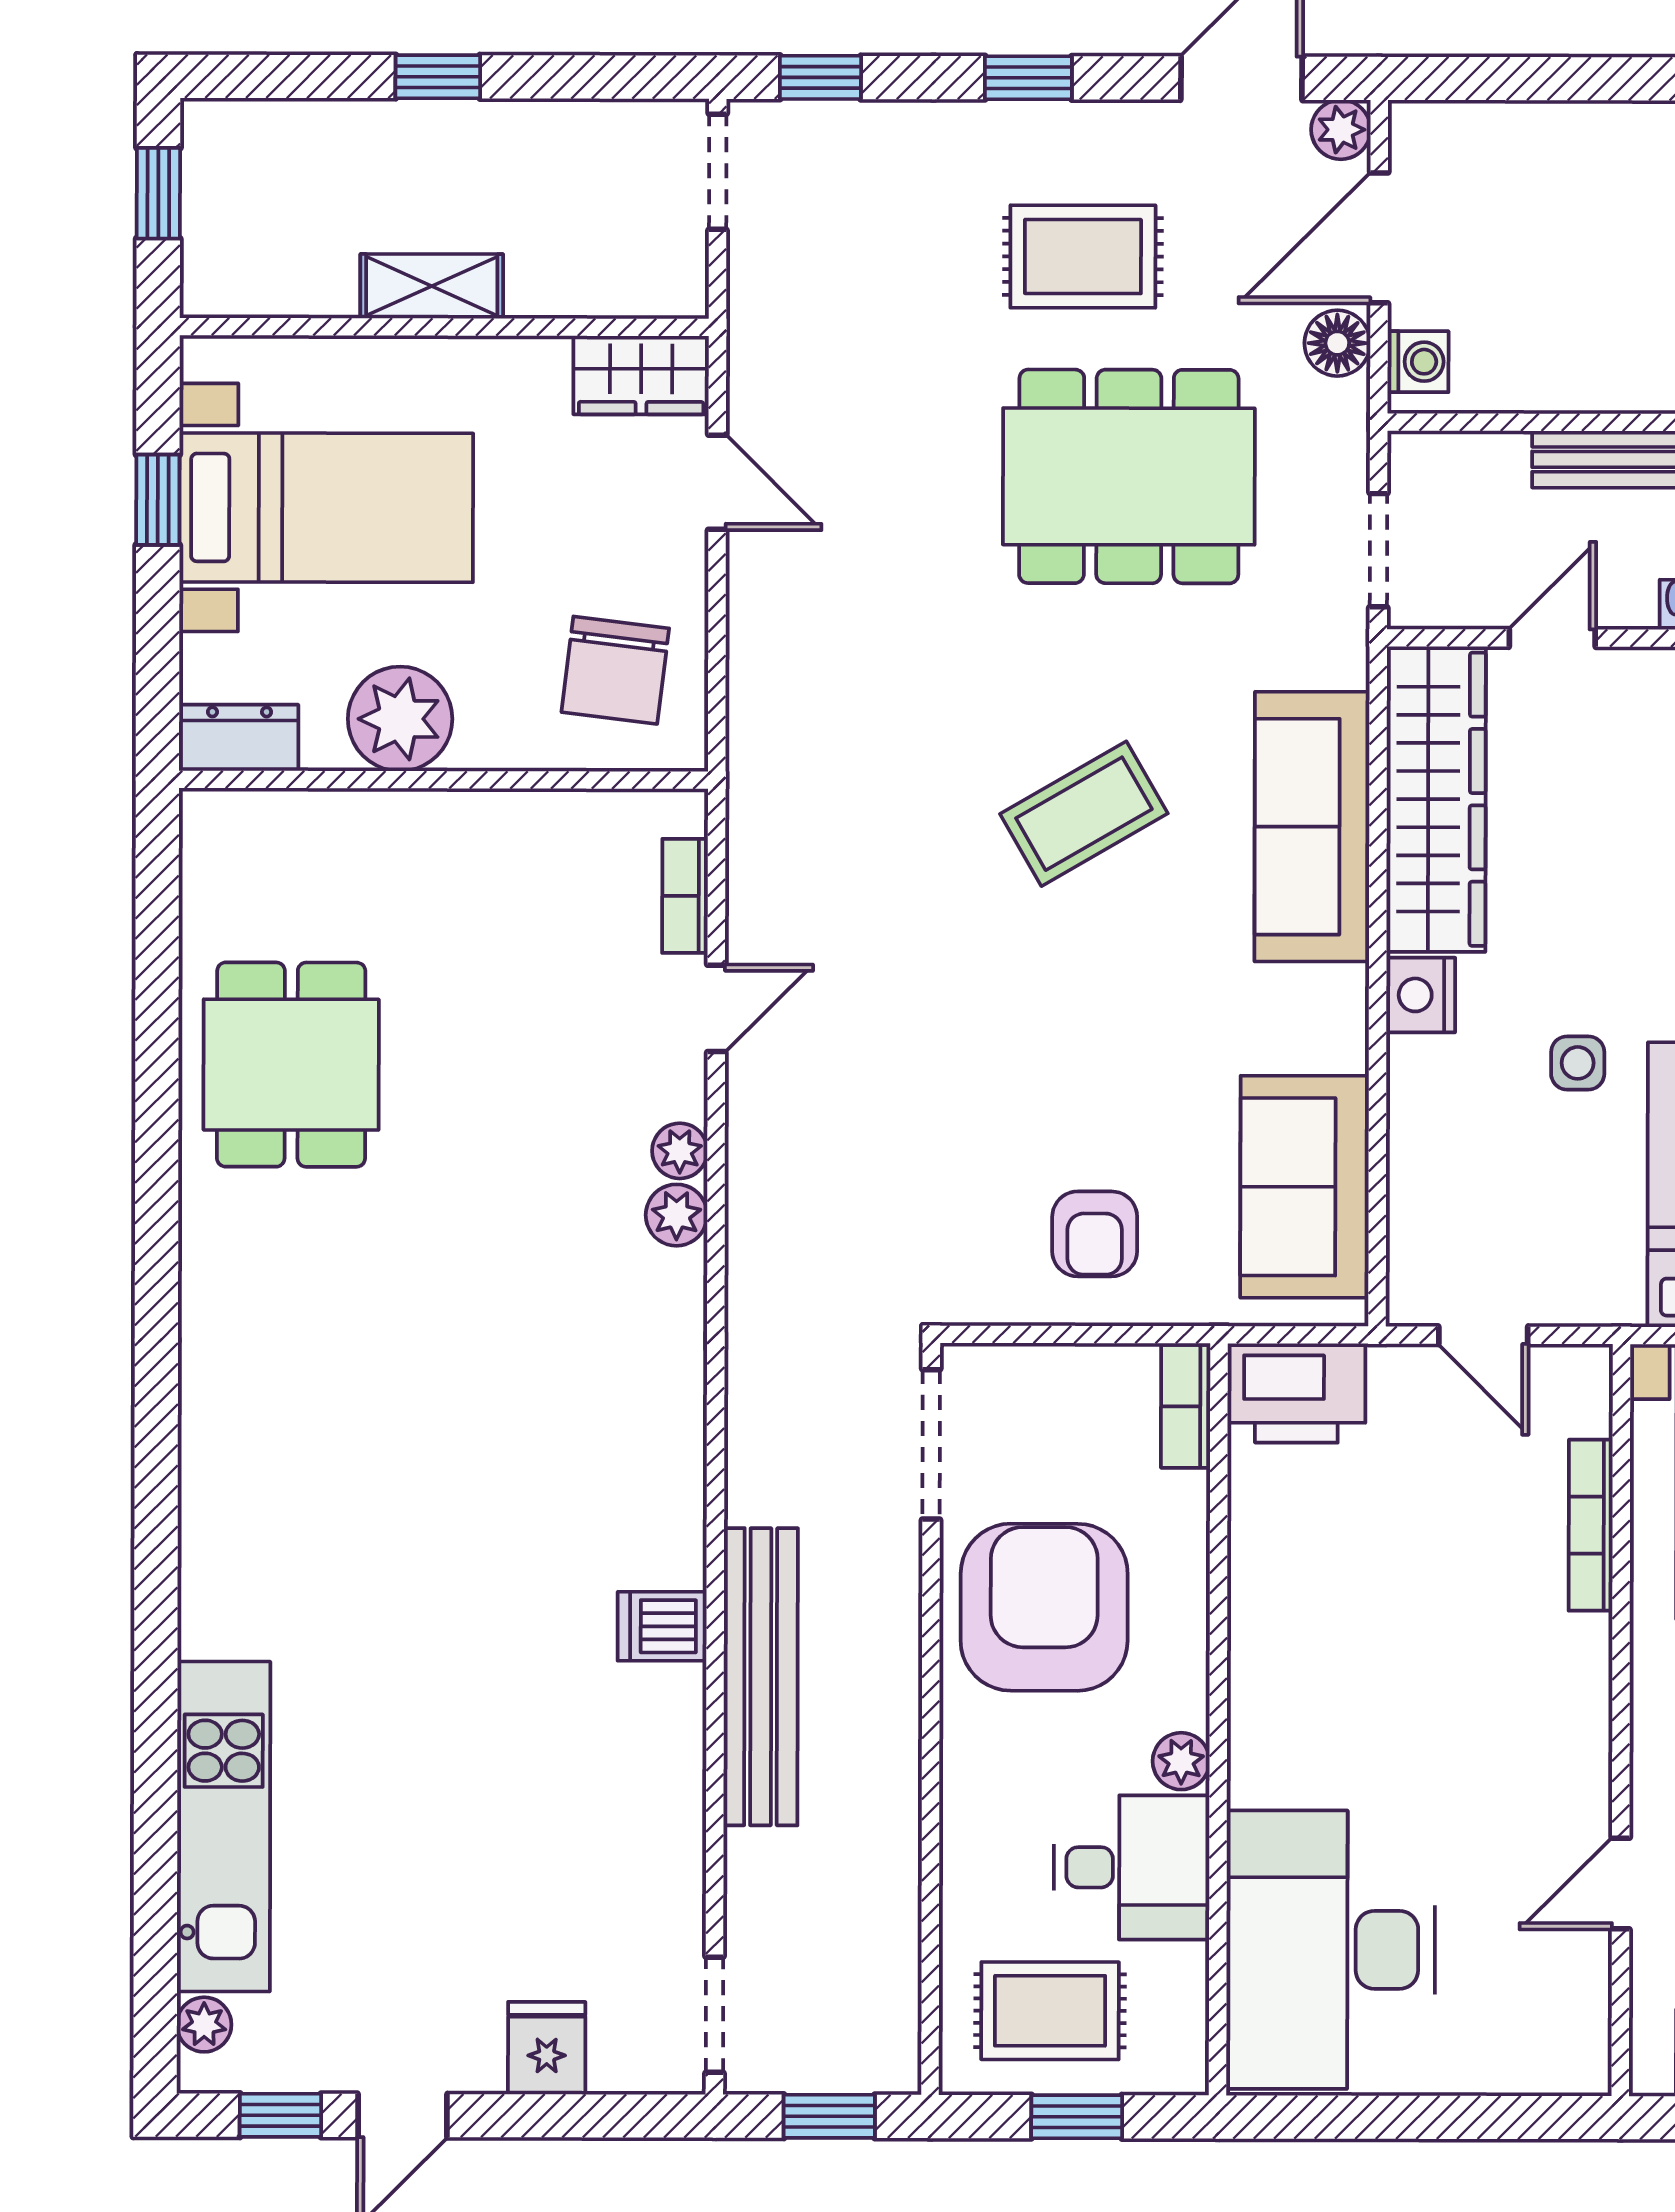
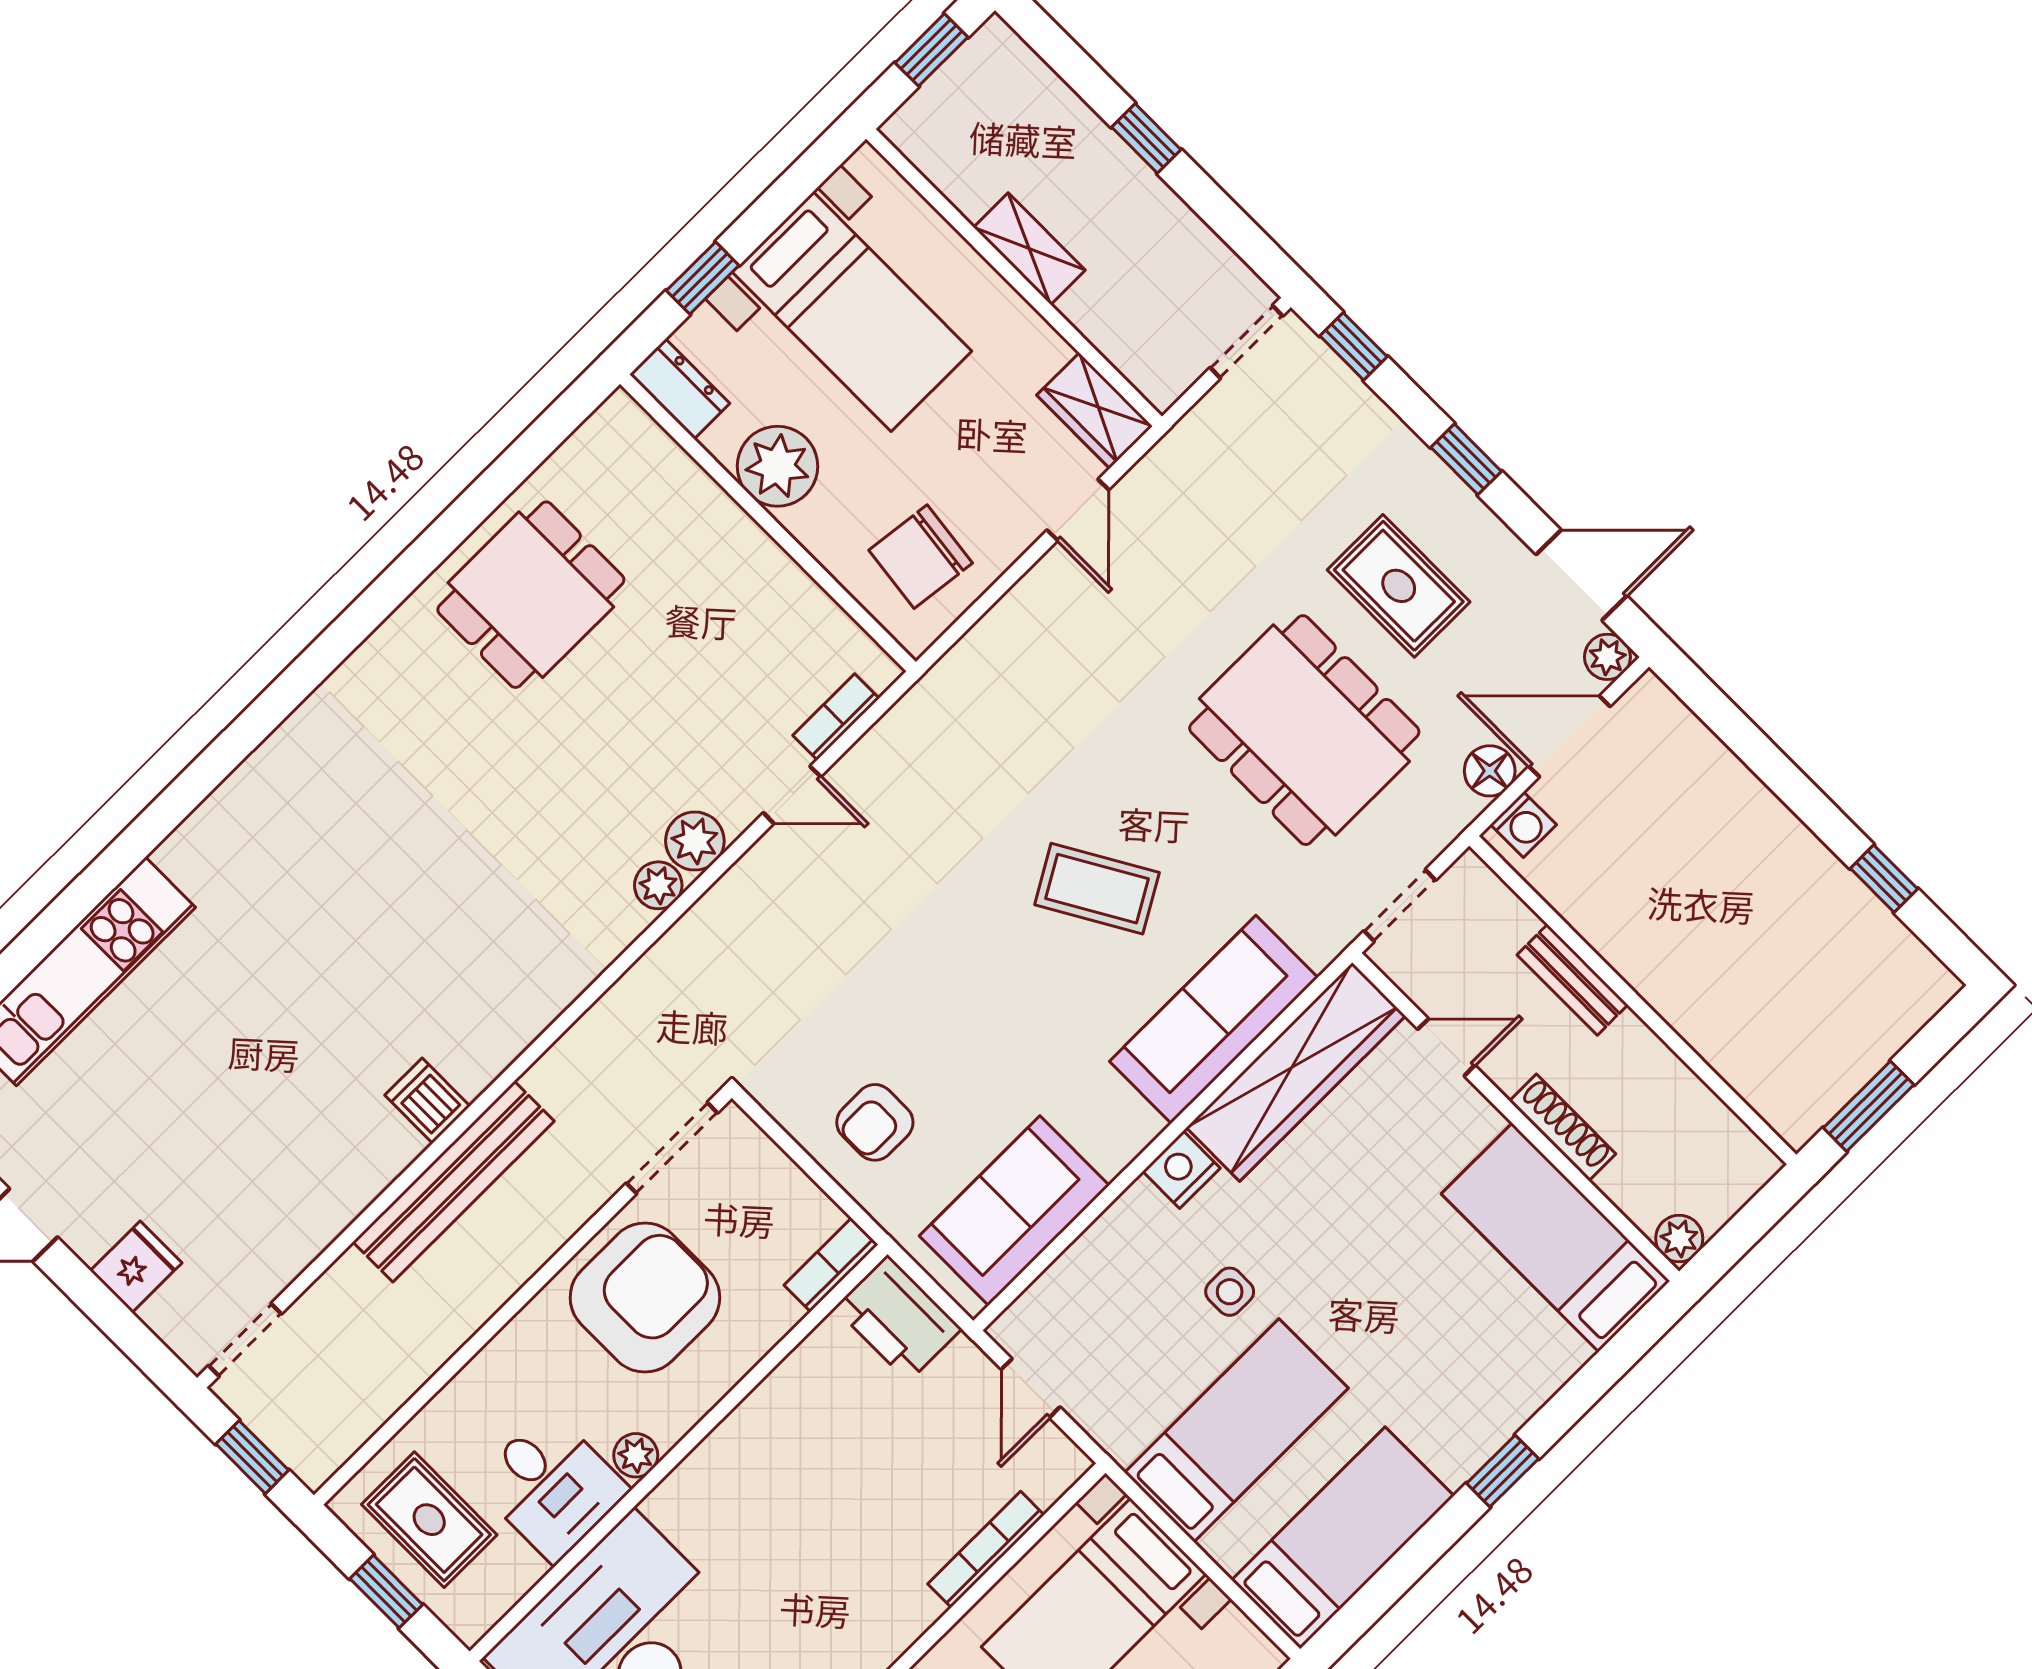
window: (158, 500) -> (703, 278), moved
plant: (680, 1151) -> (695, 841), width x1.38, depth x1.38

